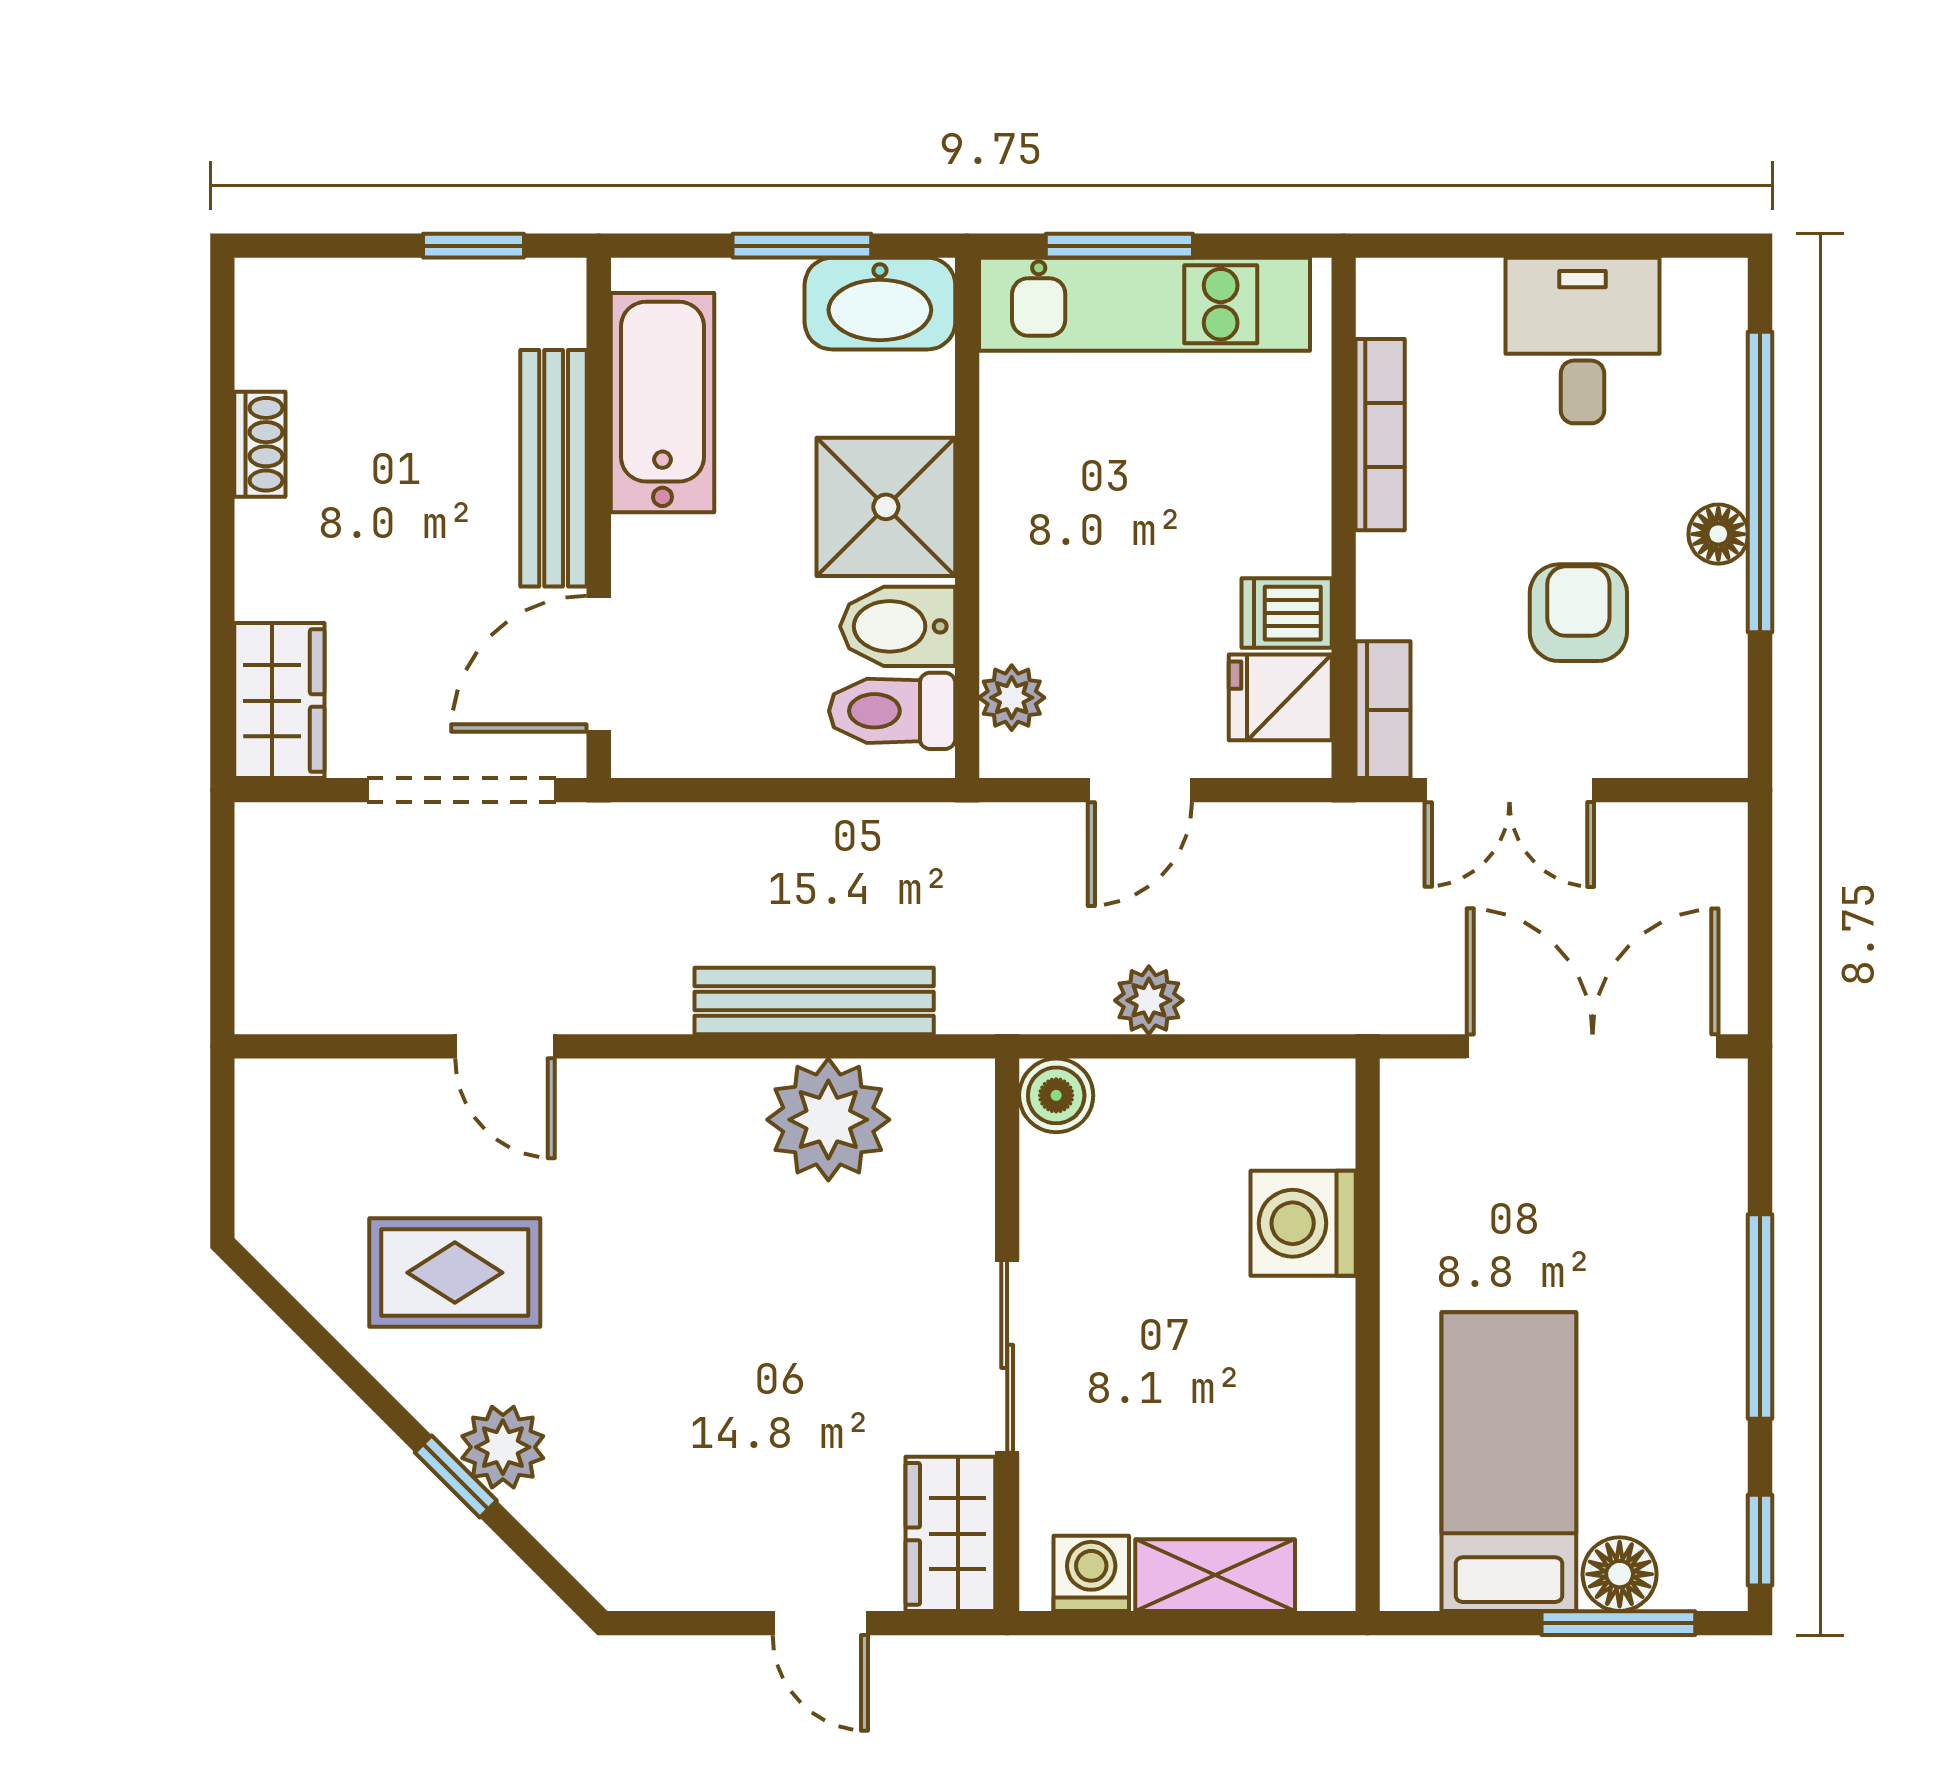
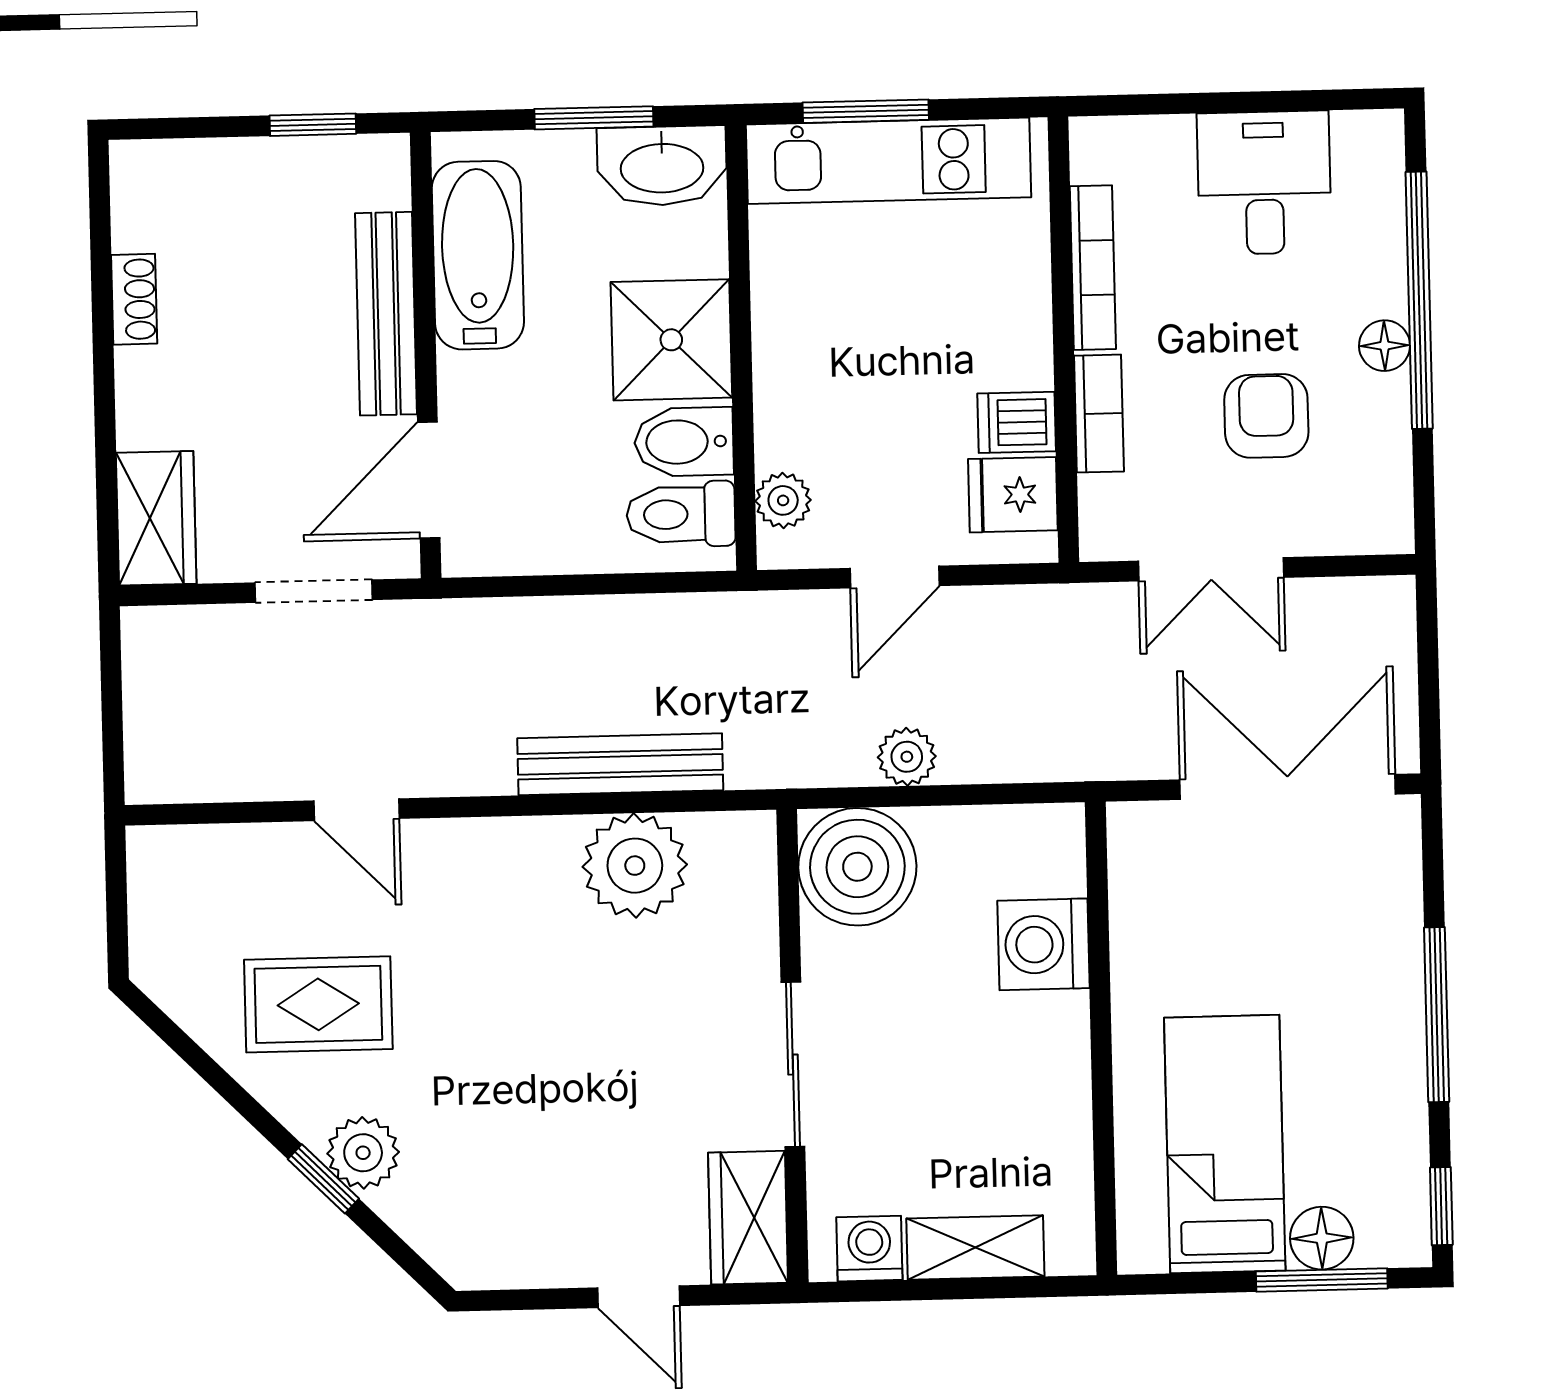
bookcase: (1383, 710) -> (1099, 414), moved
doorway: (461, 790) -> (314, 591), width x0.73
boiler: (1056, 1095) -> (857, 867), width x1.86, depth x1.86

